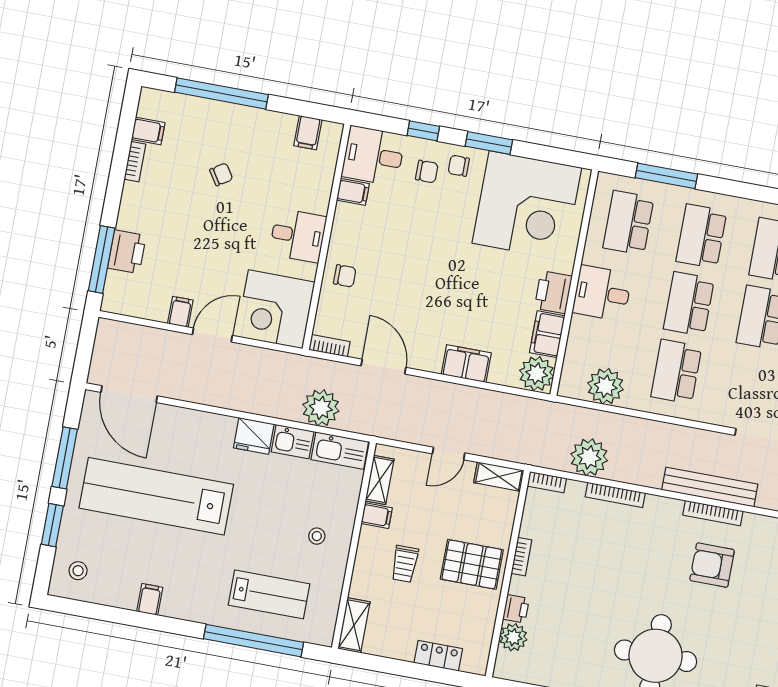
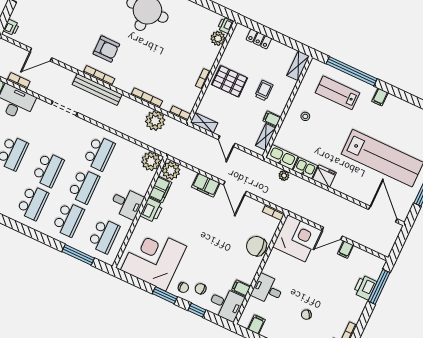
desk: (298, 235) -> (268, 289), moved
chair: (345, 276) -> (256, 246), width x1.87, depth x1.87
door: (383, 367) -> (235, 188), moved
plant: (606, 386) -> (151, 161), moved
plant: (321, 408) -> (284, 176), width x0.53, depth x0.53
door: (449, 453) -> (227, 141), swing flipped
filing cabinet: (150, 599) -> (380, 97), moved
printer: (516, 609) -> (226, 25), moved

